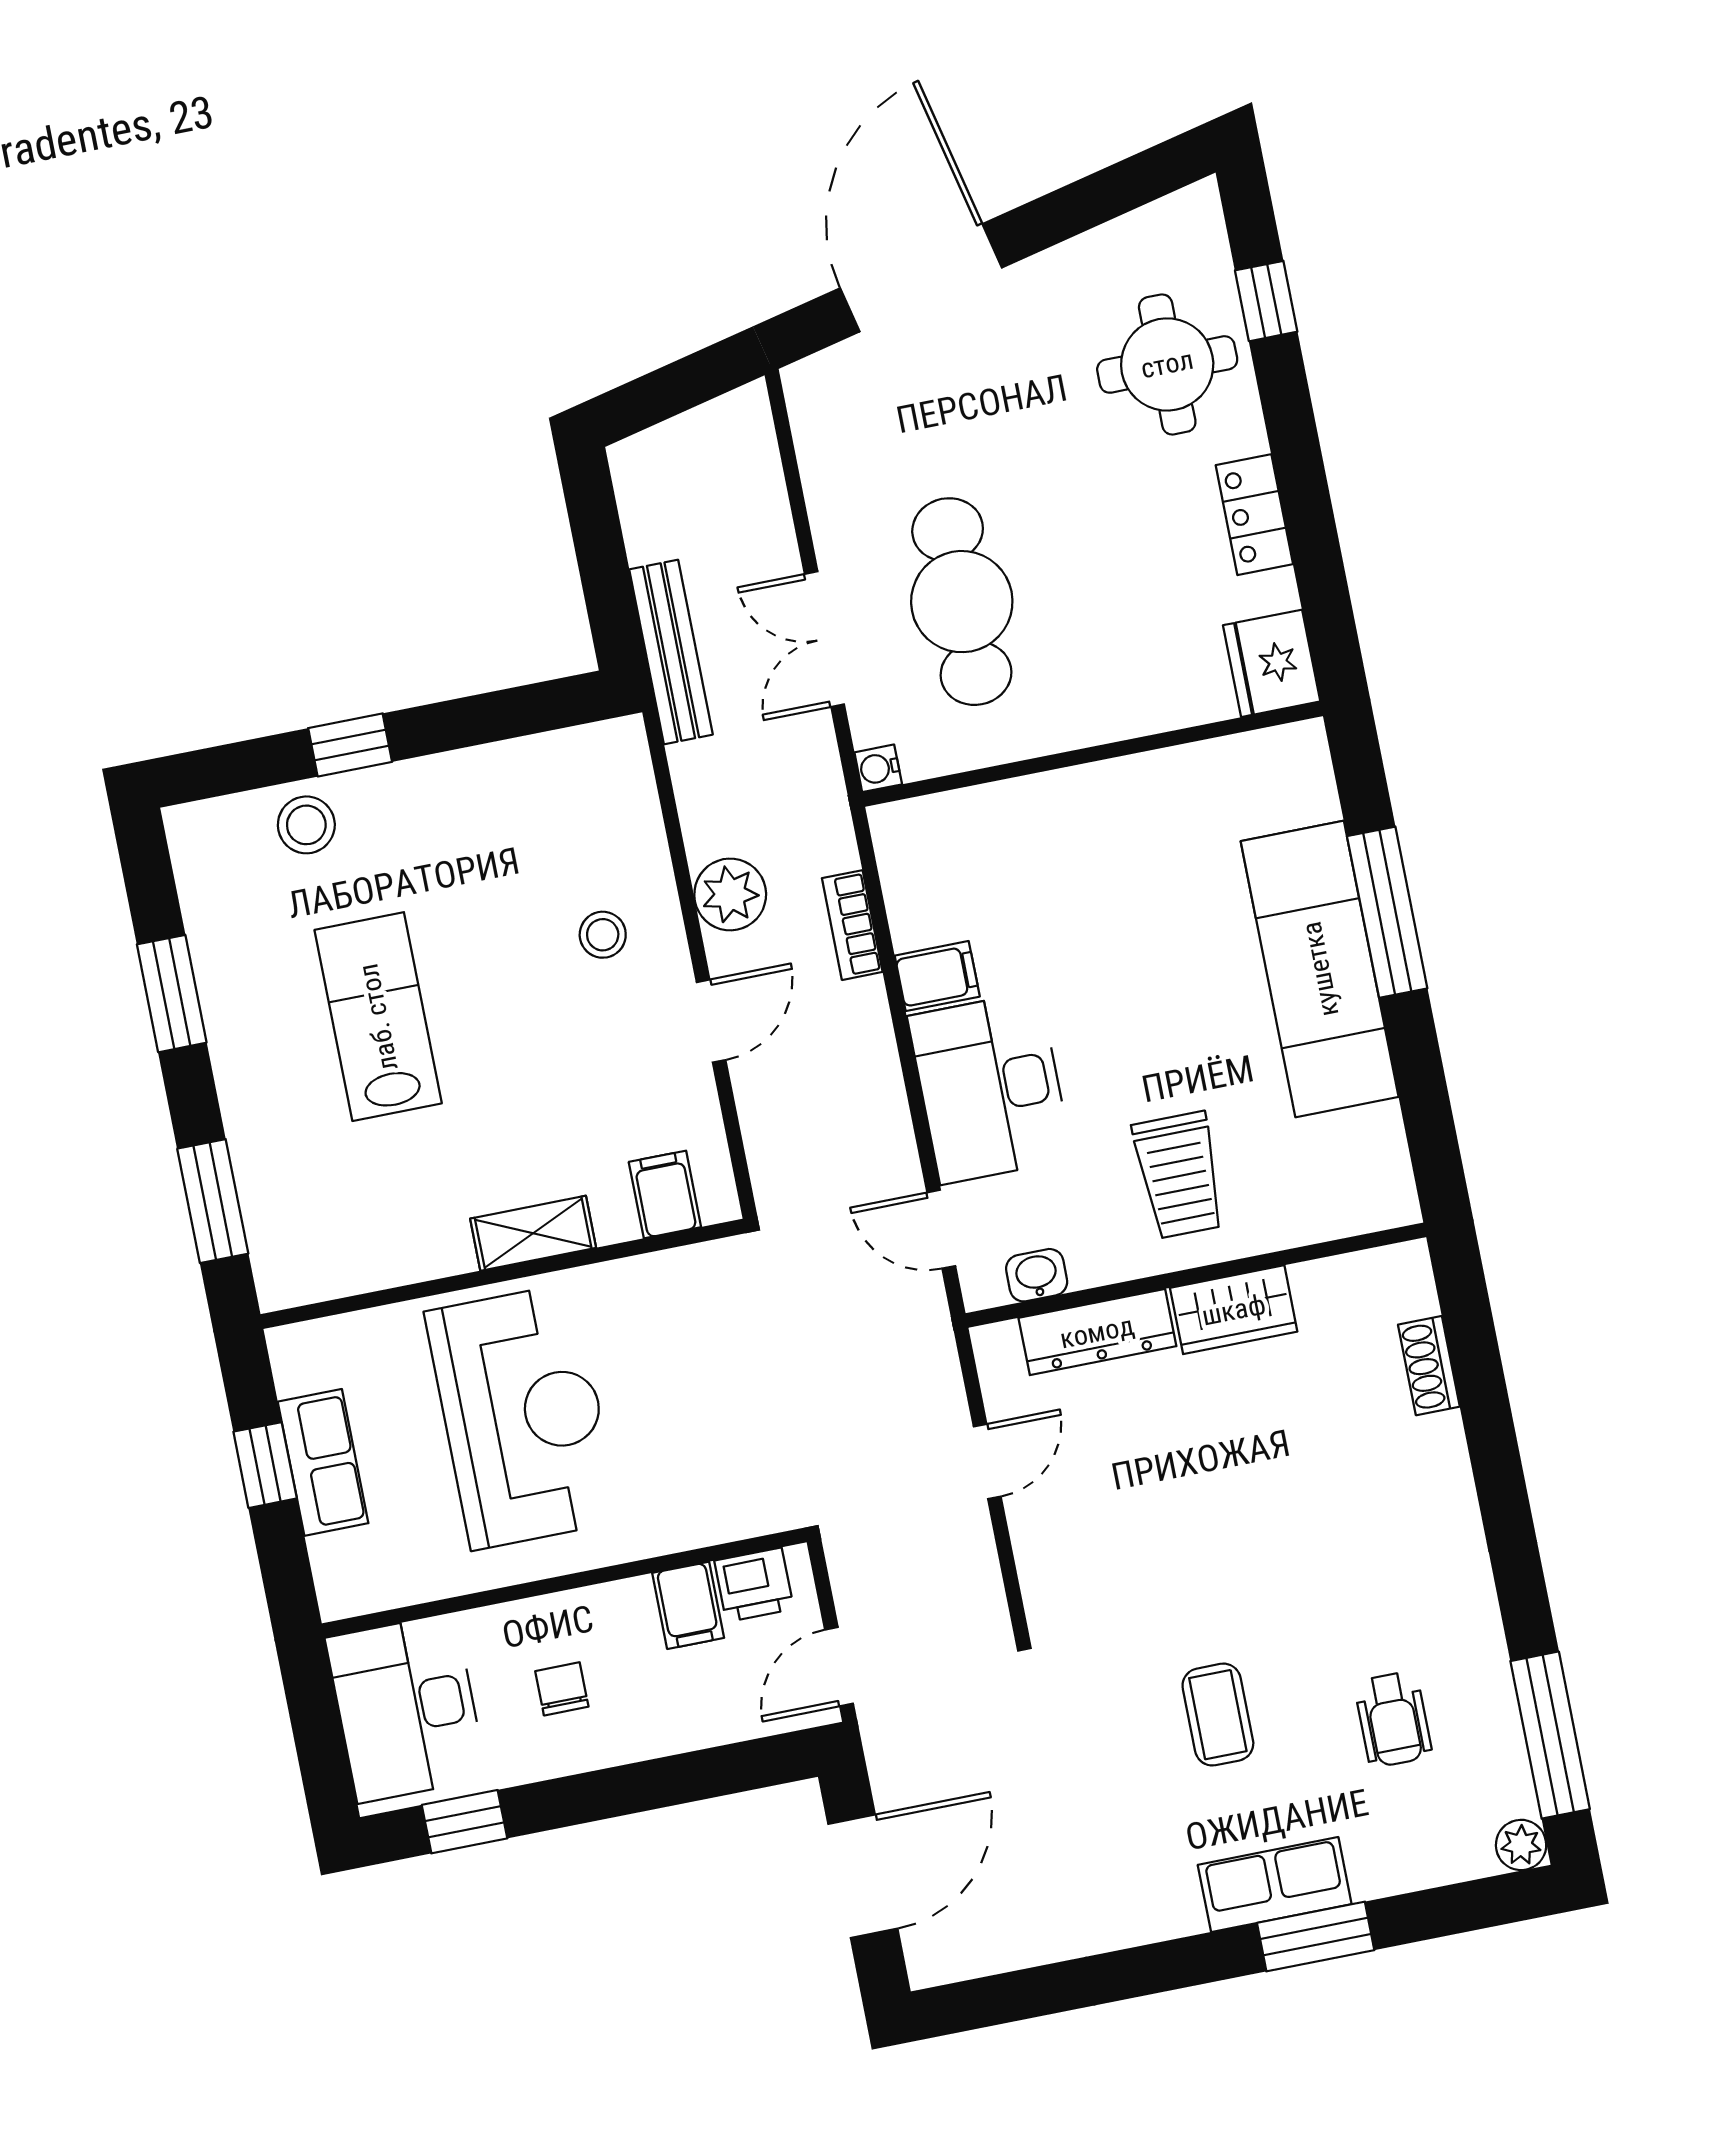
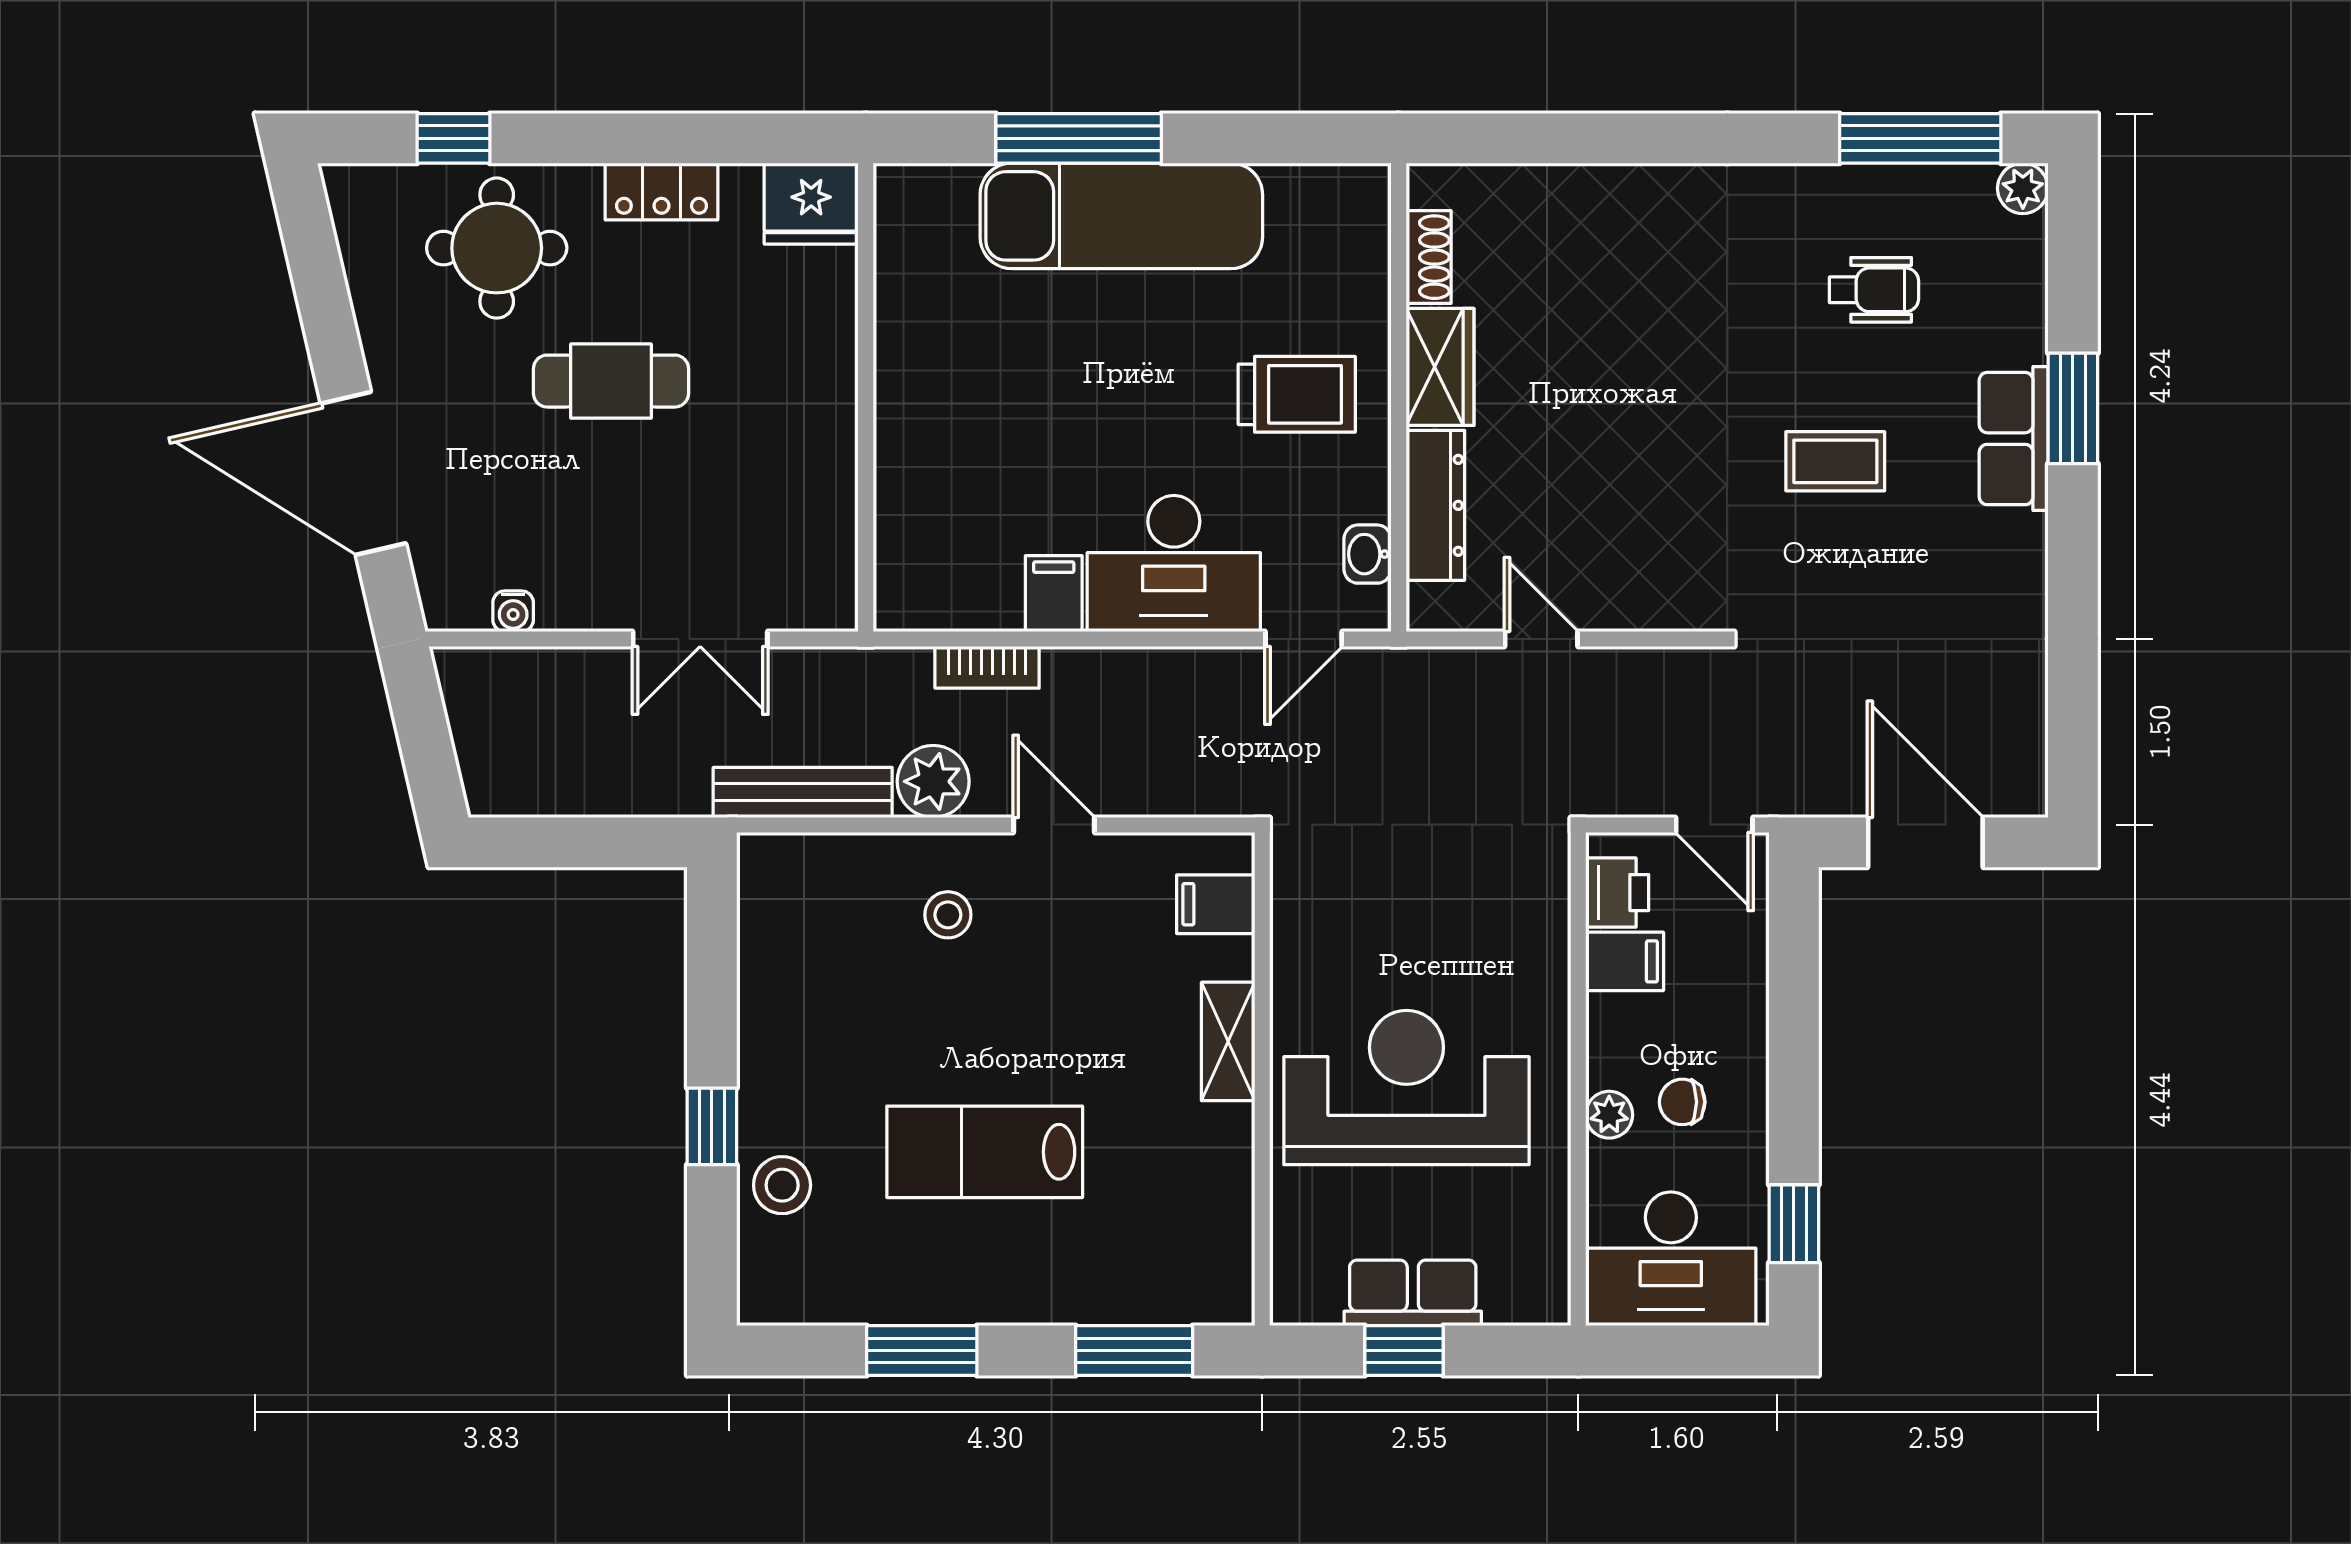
cafe table: (962, 602) -> (611, 381), moved, width x0.73, depth x0.74
bench: (671, 652) -> (803, 792), moved
water cooler: (878, 768) -> (513, 611), moved
shoe rack: (1429, 1366) -> (1429, 257), moved, turned -90
plant: (535, 1620) -> (1609, 1115), added

